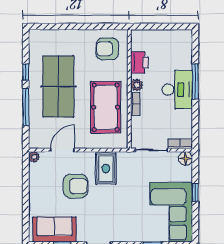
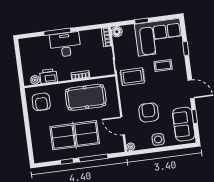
plant: (137, 85) -> (35, 80), moved
rug: (106, 169) -> (132, 77), moved
side table: (39, 194) -> (158, 139), added
coffee table: (134, 213) -> (163, 65), added

